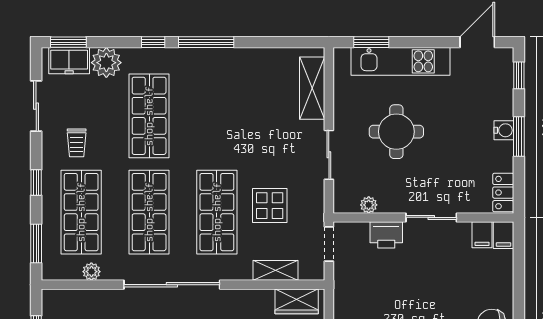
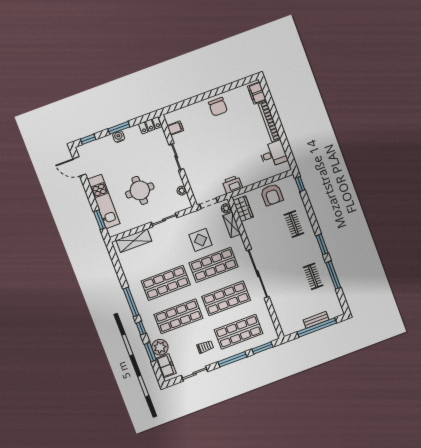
window: (68, 42) -> (150, 352), moved
shop shelf: (217, 116) -> (166, 283), added
window: (36, 183) -> (232, 359), width x2.17
printer: (386, 235) -> (232, 184), moved, turned -90
filing cabinet: (504, 235) -> (171, 117), removed
plant: (91, 272) -> (226, 208), moved

